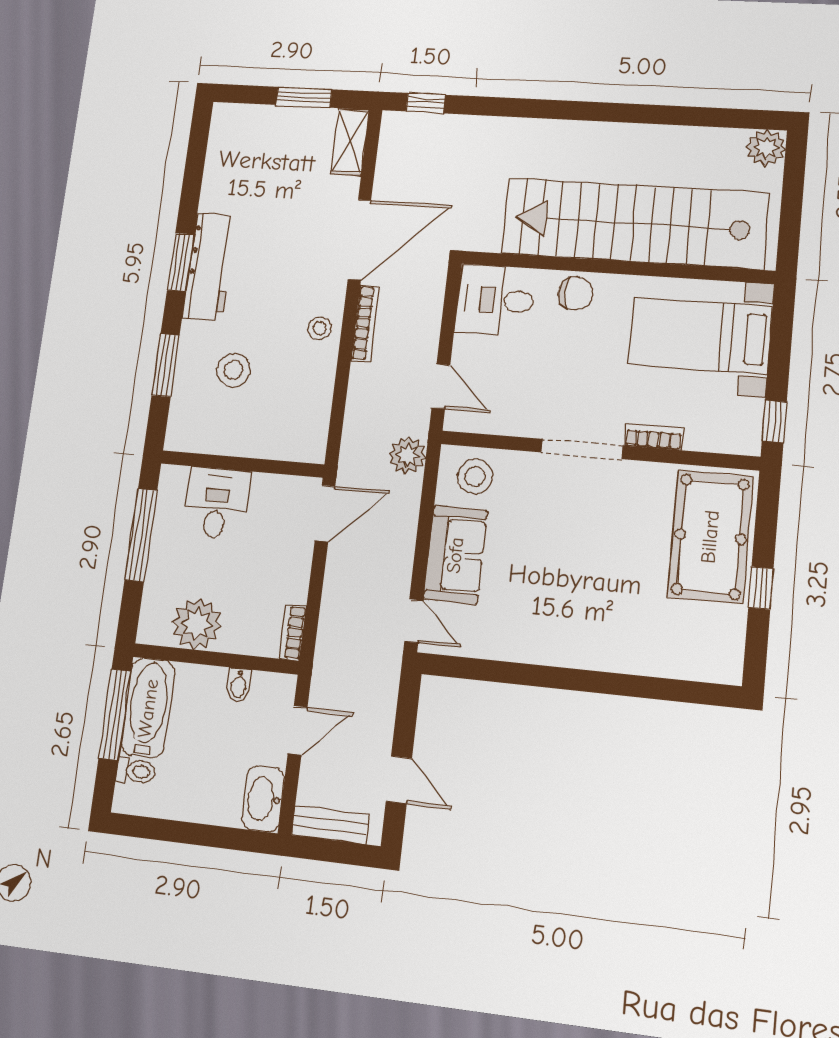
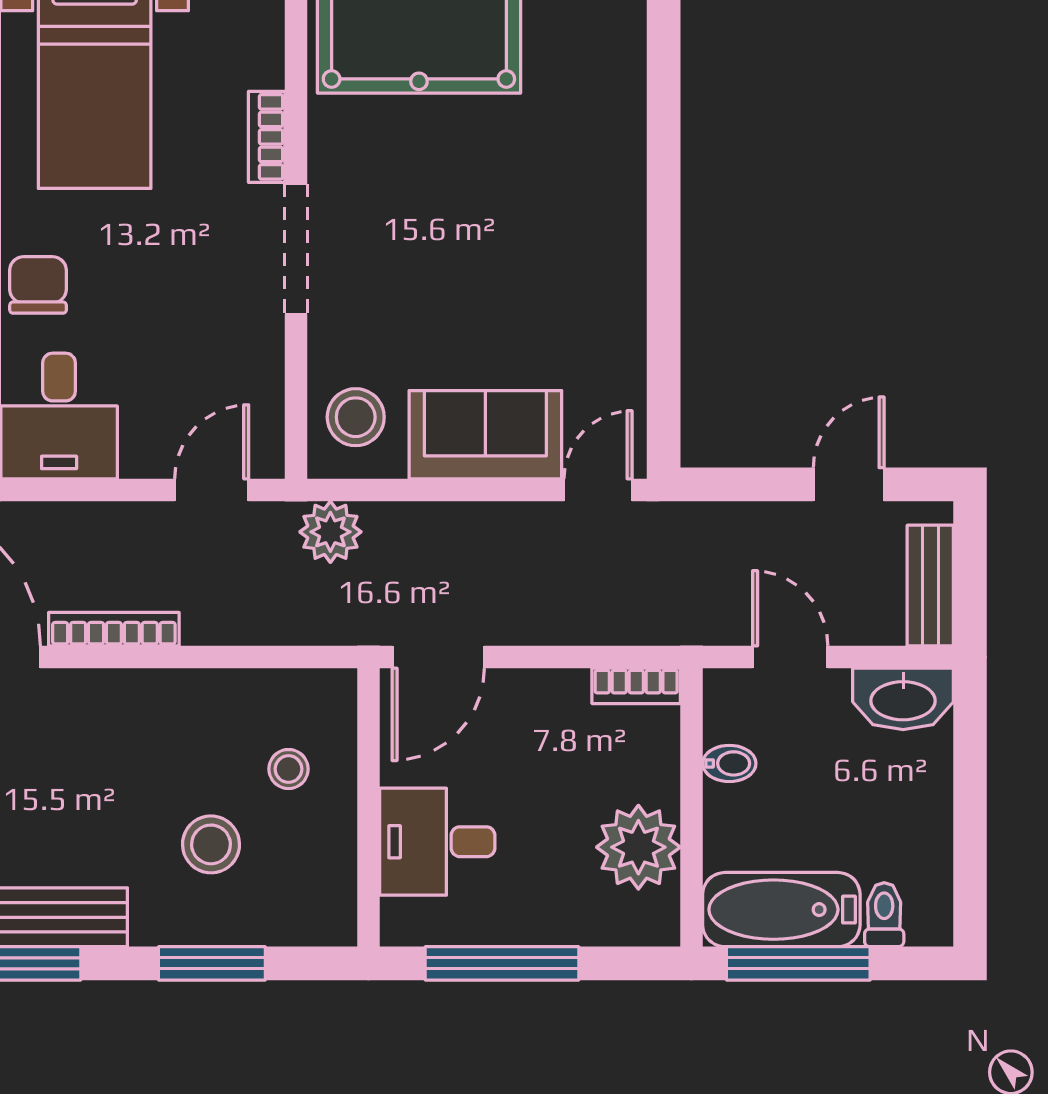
stool: (320, 328) -> (289, 769), moved
door: (325, 513) -> (438, 657), swing flipped

